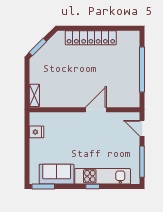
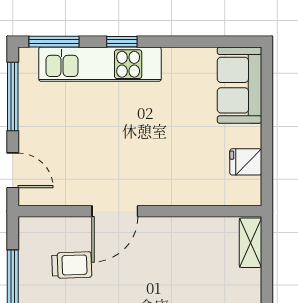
trolley: (115, 85) -> (72, 265), added
sofa: (57, 174) -> (239, 85), moved, turned 90
window: (43, 186) -> (54, 42), moved

